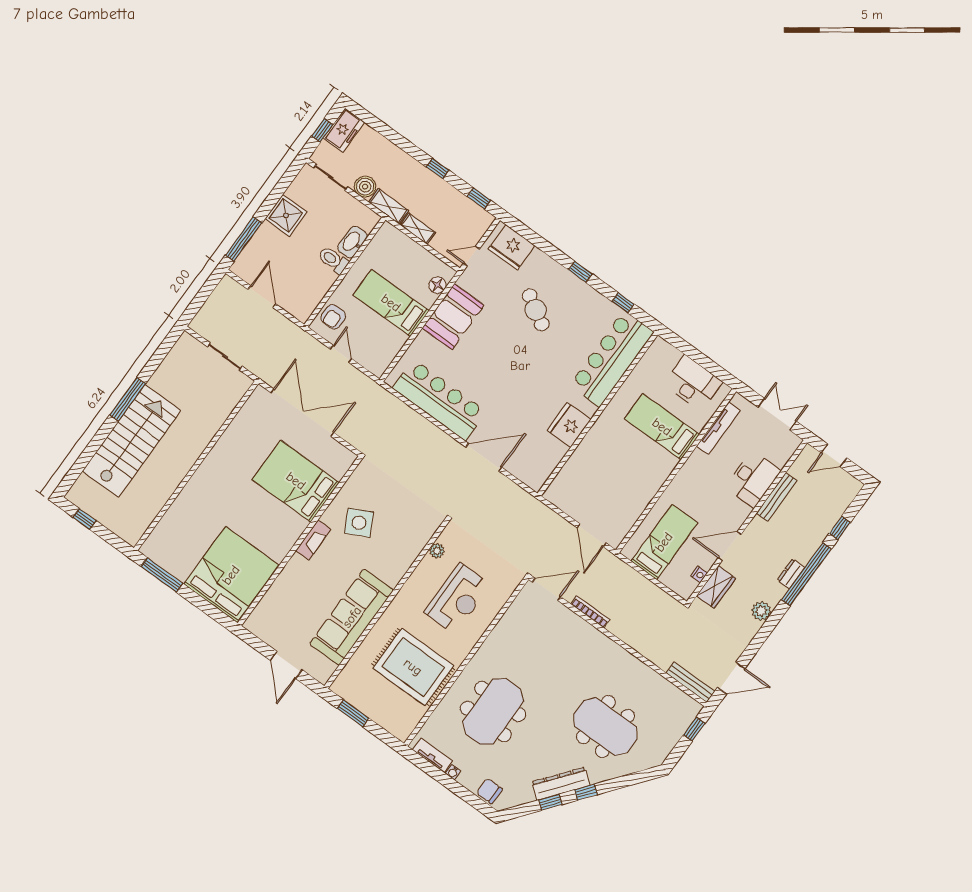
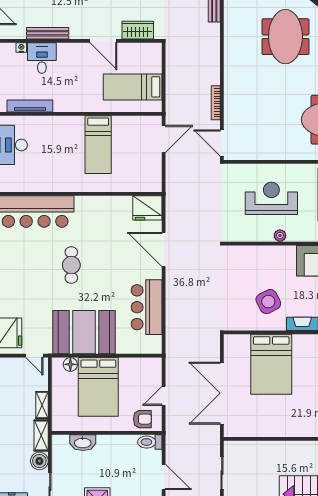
toilet: (333, 260) -> (150, 442), moved, turned 90
door: (262, 297) -> (164, 477), swing flipped
bed: (391, 303) -> (98, 387), width x1.50
cafe table: (536, 310) -> (71, 265), moved, turned -31
booth: (453, 317) -> (84, 332), width x1.36, depth x1.42
bar counter: (439, 400) -> (147, 307), width x0.73
fridge: (569, 425) -> (147, 208), moved
bed: (662, 427) -> (98, 145), moved
desk: (753, 479) -> (42, 58), width x0.73
plant: (437, 551) -> (280, 236), moved
nightstand: (699, 575) -> (21, 48), moved

